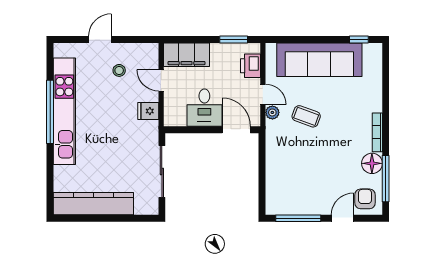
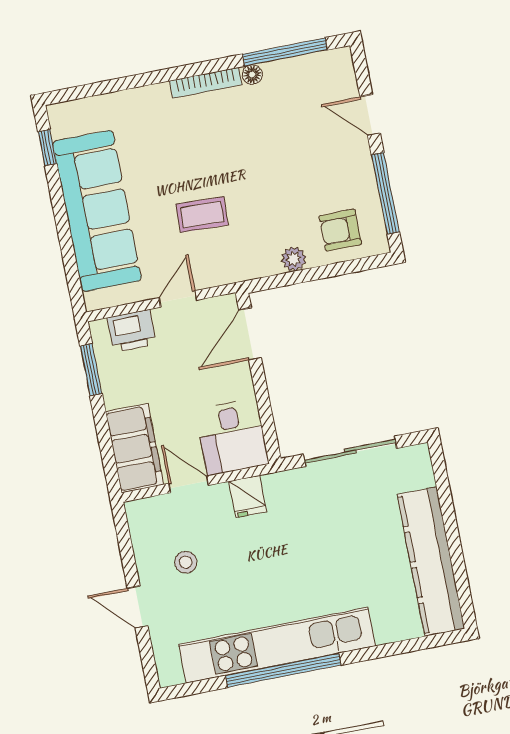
door: (161, 80) -> (189, 484), swing flipped
desk: (204, 108) -> (232, 437), moved, turned 90
plant: (272, 112) -> (294, 259), moved
coffee table: (306, 116) -> (202, 215), turned 72
floor lamp: (372, 163) -> (252, 75), width x0.53, depth x0.53
armchair: (365, 199) -> (340, 230), moved

